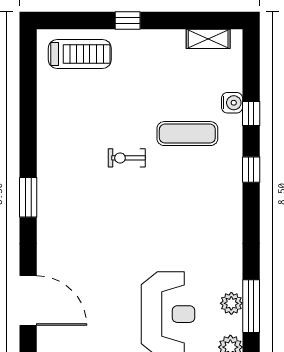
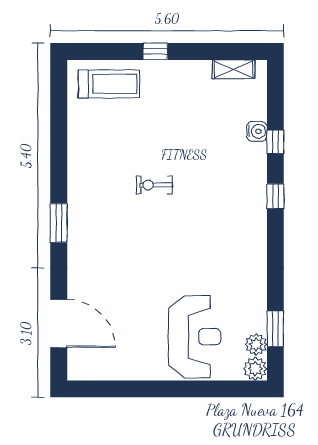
exercise mat: (187, 134) -> (213, 161), removed
plant: (231, 303) -> (256, 344), moved
window: (251, 306) -> (275, 329), width x0.69

